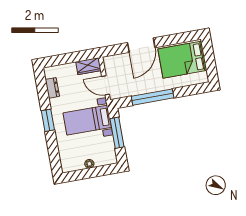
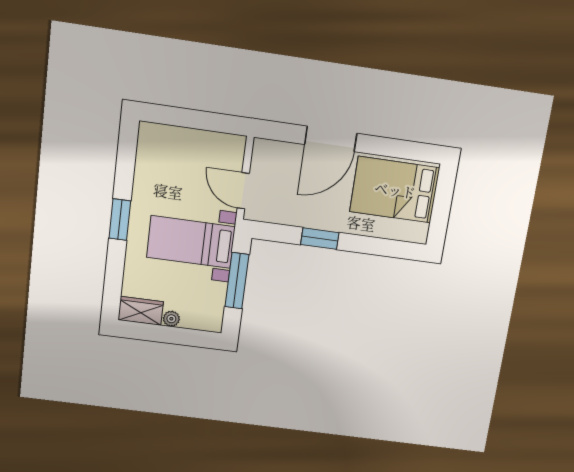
wardrobe: (88, 66) -> (141, 311), moved, turned 180
dresser: (52, 88) -> (145, 164), removed
window: (153, 97) -> (320, 239), width x0.47

